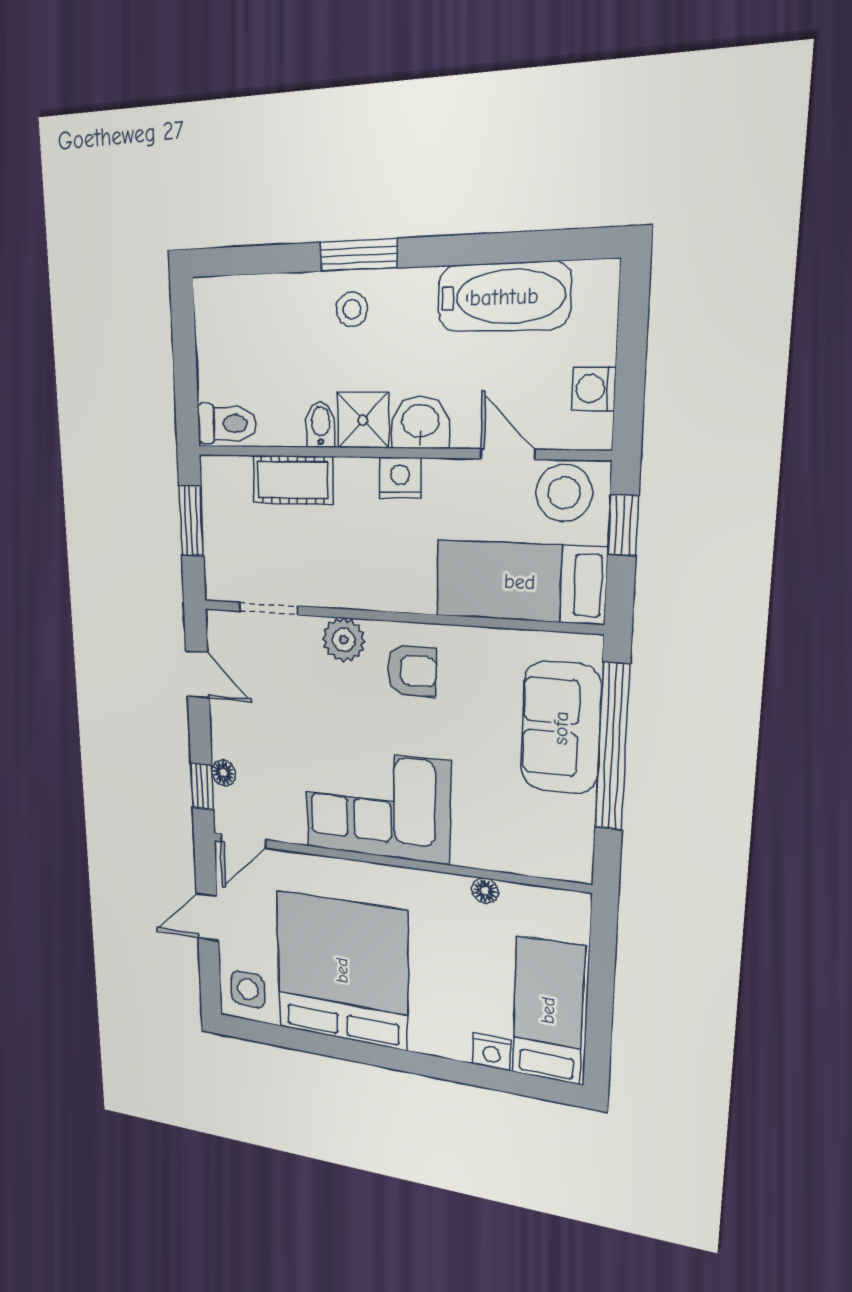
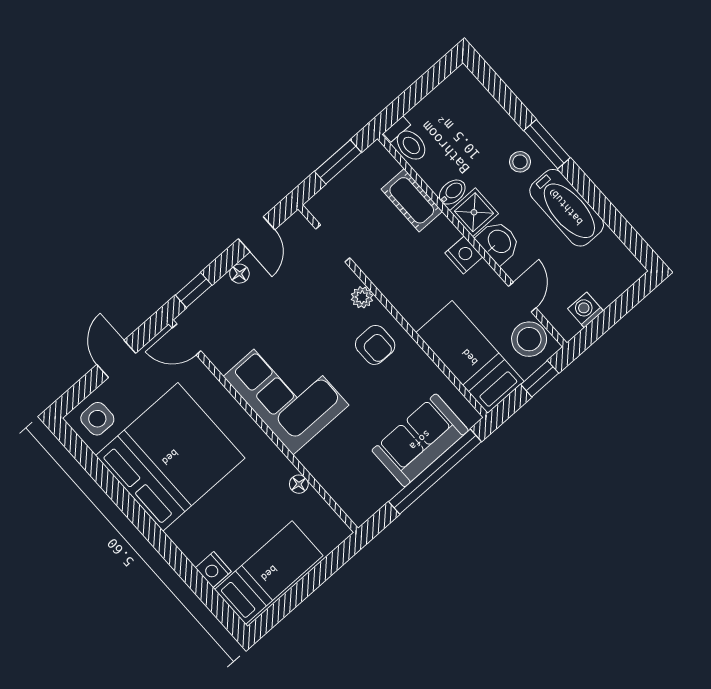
bathtub: (504, 297) -> (567, 208), moved
plant: (344, 640) -> (362, 297), width x0.73, depth x0.73
floor lamp: (223, 773) -> (239, 274), moved
door: (207, 917) -> (116, 359), hinge flipped

